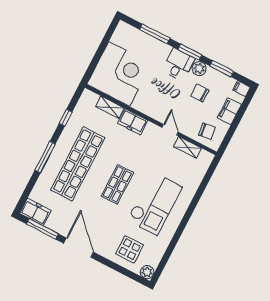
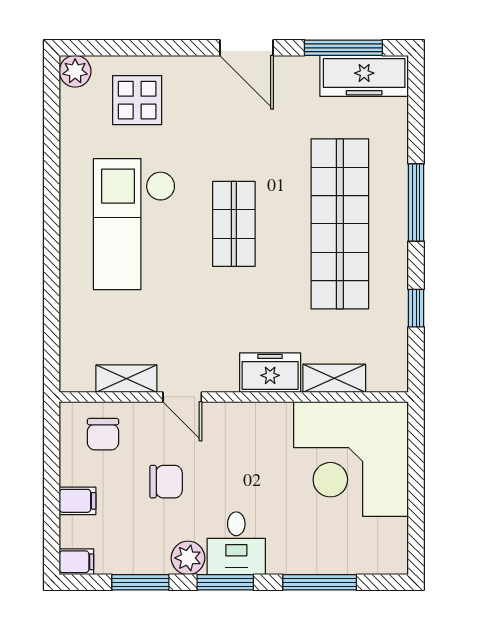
chair: (200, 93) -> (166, 482), moved
filing cabinet: (229, 111) -> (78, 501), width x0.50
chair: (207, 131) -> (103, 434), turned -82
freezer: (35, 212) -> (364, 76), width x1.40
door: (79, 248) -> (247, 48), width x0.73

